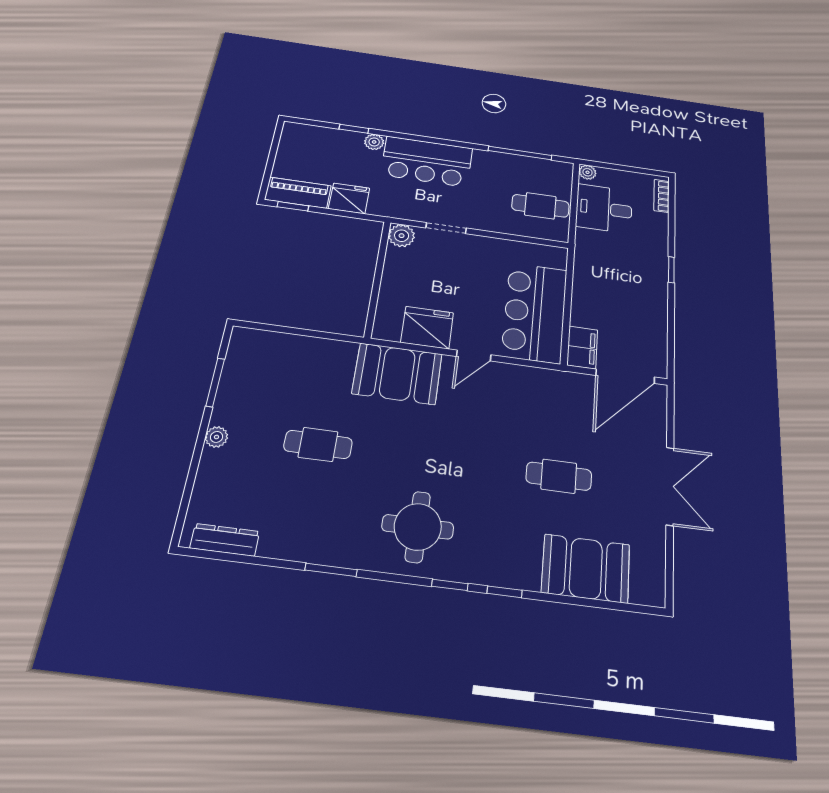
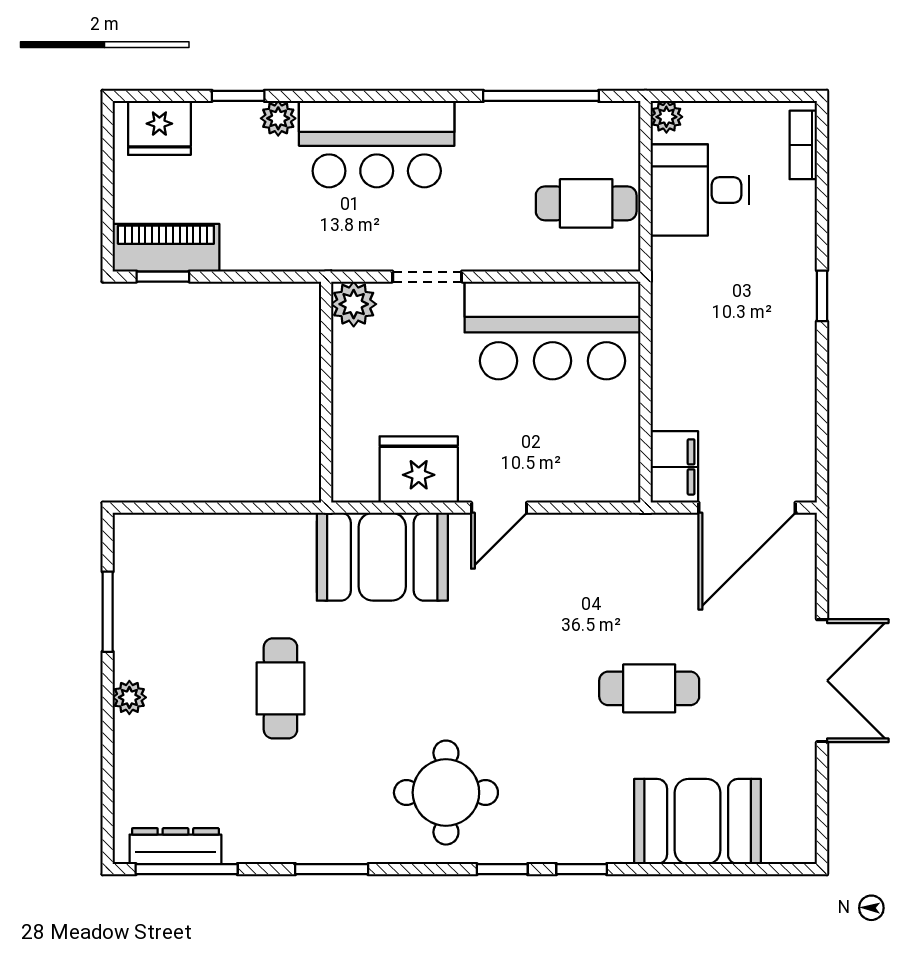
fridge: (349, 198) -> (159, 128), moved, turned 180
bar counter: (535, 312) -> (553, 330), moved, turned -90
cafe table: (318, 444) -> (280, 688), turned 90
window: (229, 557) -> (187, 869), added

